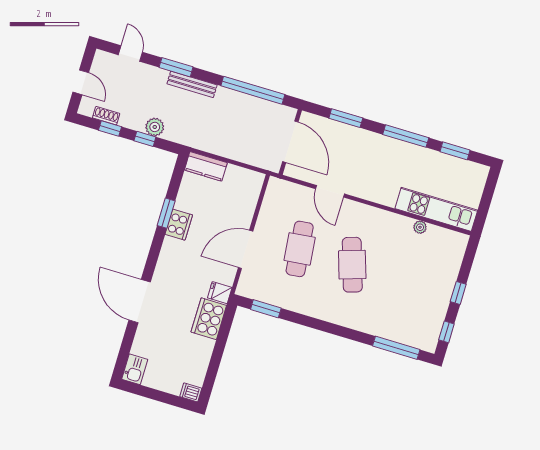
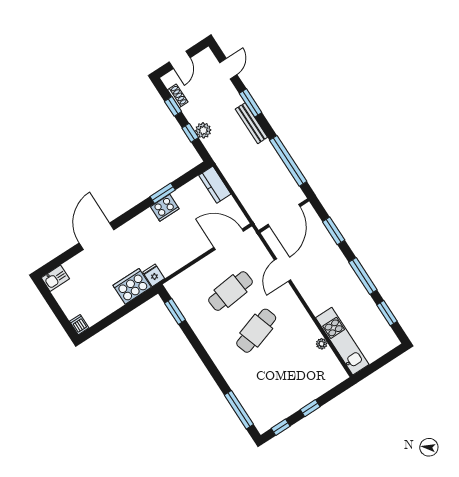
door: (246, 249) -> (229, 239), moved

